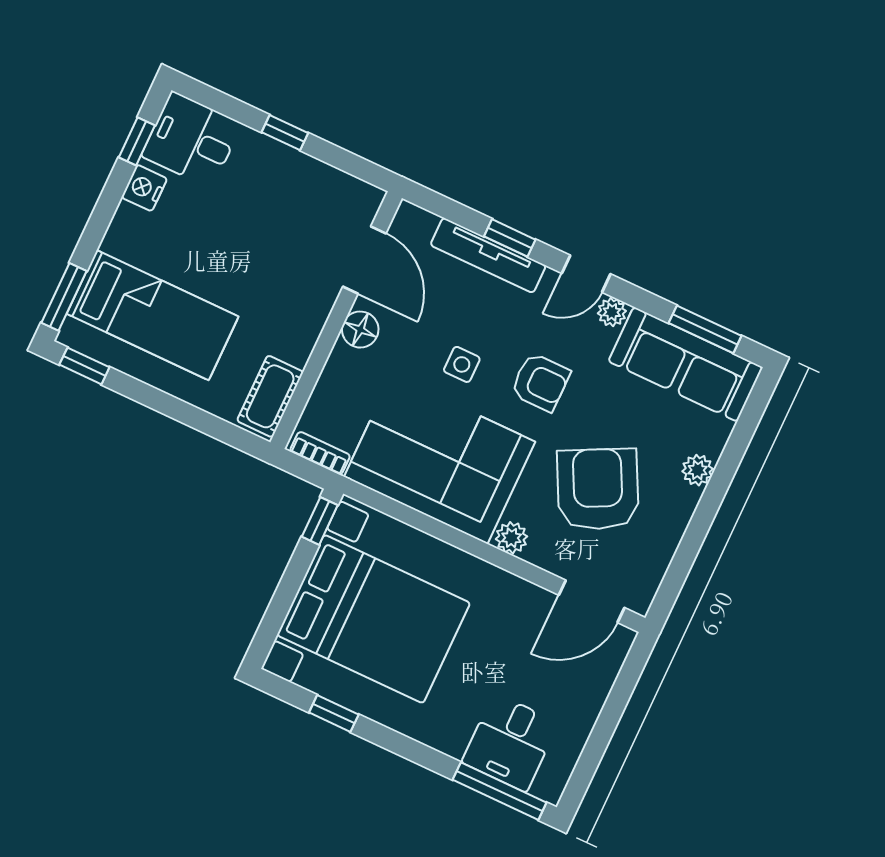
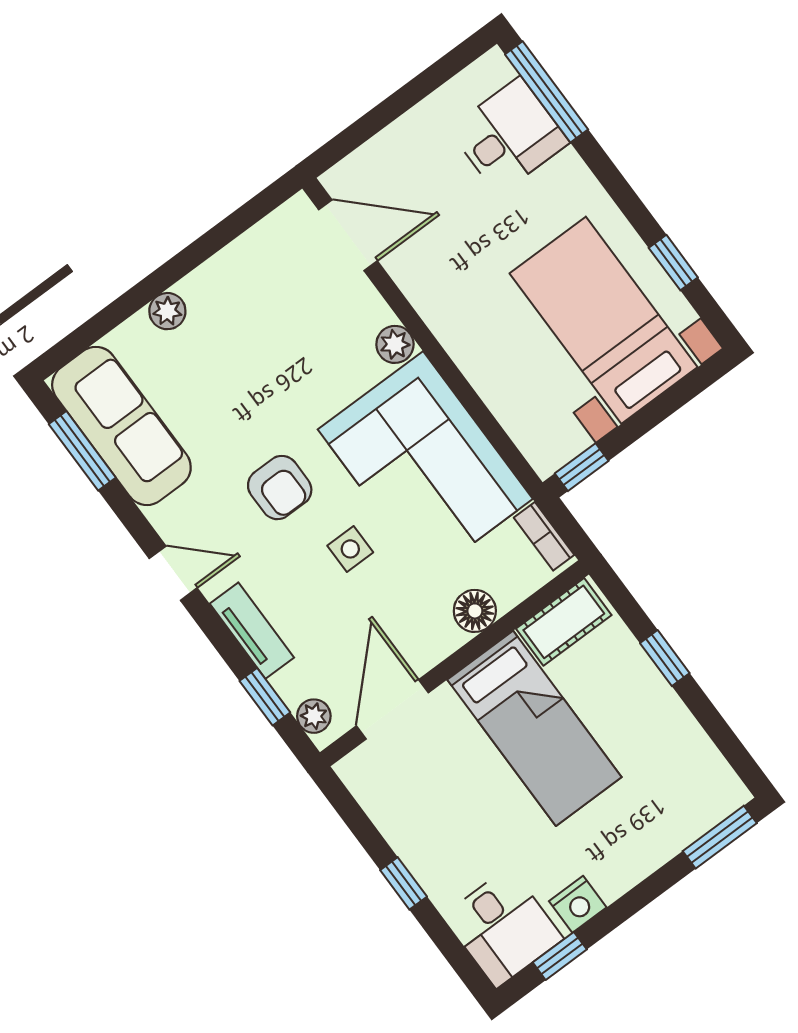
window: (510, 238) -> (265, 697), moved
tv unit: (488, 255) -> (252, 631), width x0.71
plant: (612, 312) -> (314, 716), moved
bed: (153, 315) -> (534, 728), moved, turned 180
floor lamp: (360, 330) -> (475, 611), moved
window: (84, 366) -> (665, 658), moved
armchair: (540, 382) -> (280, 488), turned 180
armchair: (598, 489) -> (280, 347), removed
bed with nightstands: (374, 619) -> (604, 320), width x0.73

